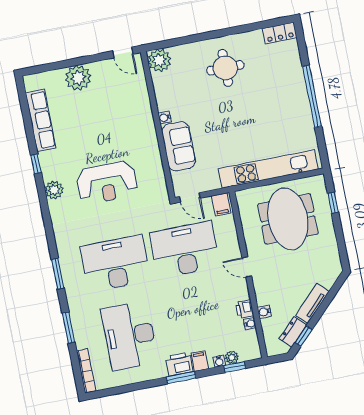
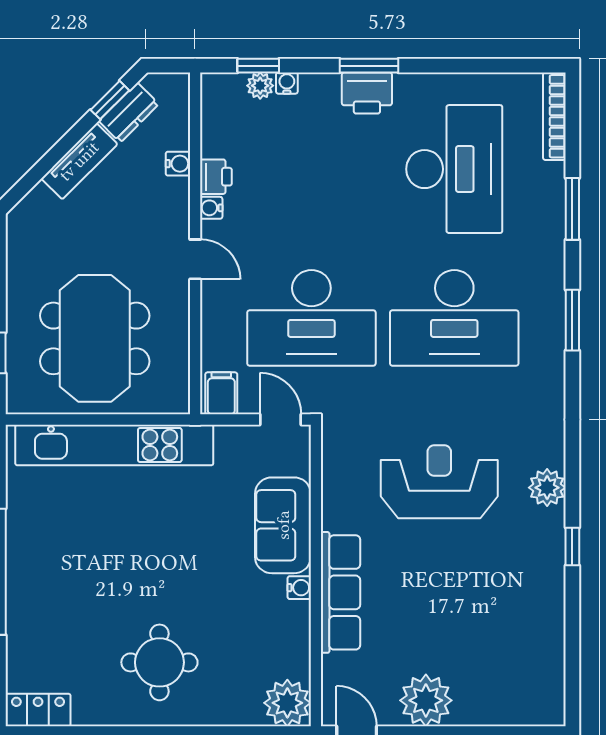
plant: (78, 78) -> (426, 700), moved
row of seats: (41, 120) -> (340, 592), moved, turned 180
water cooler: (250, 324) -> (211, 208), moved
filing cabinet: (200, 361) -> (325, 91), removed

